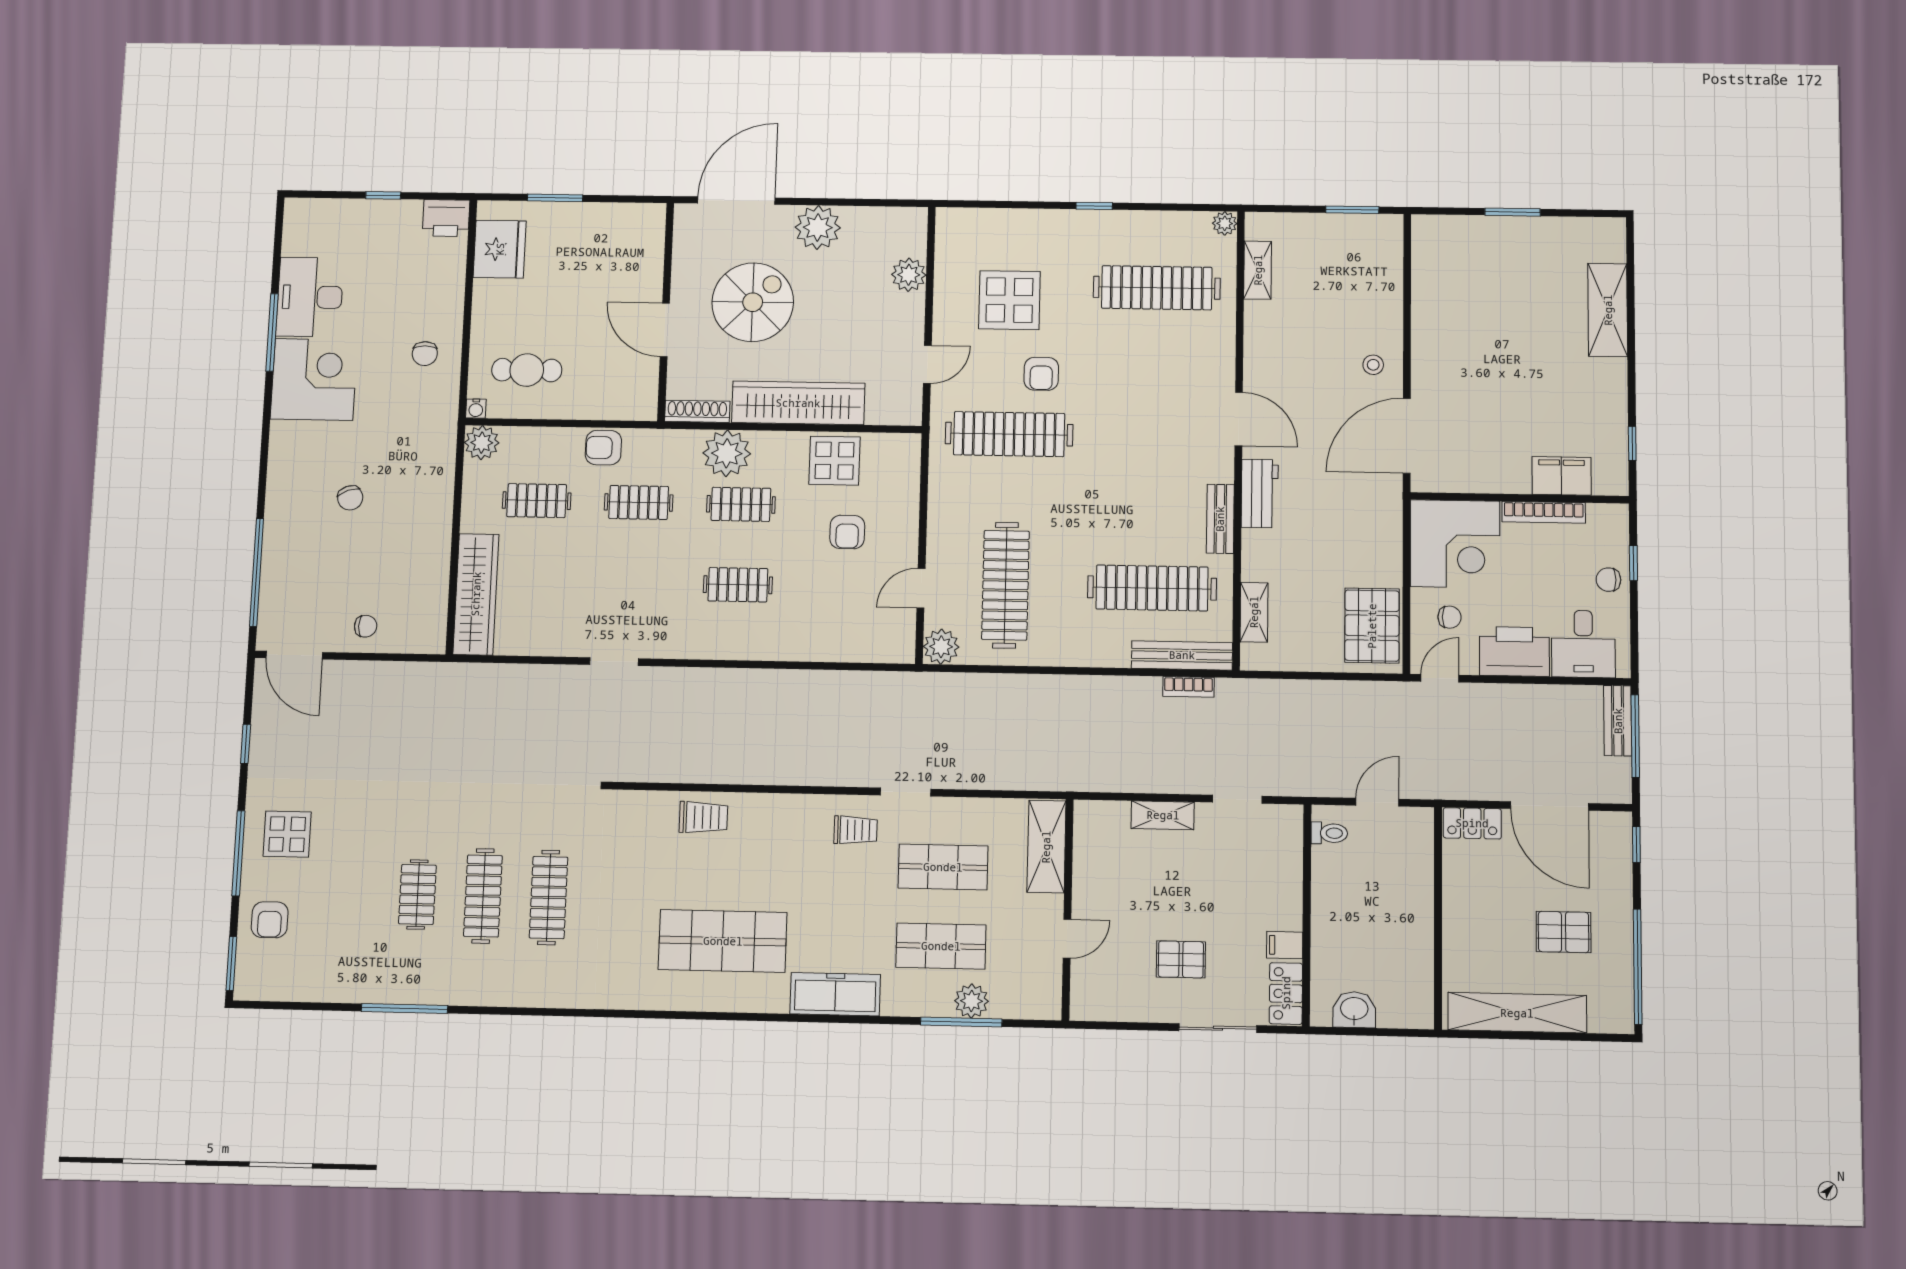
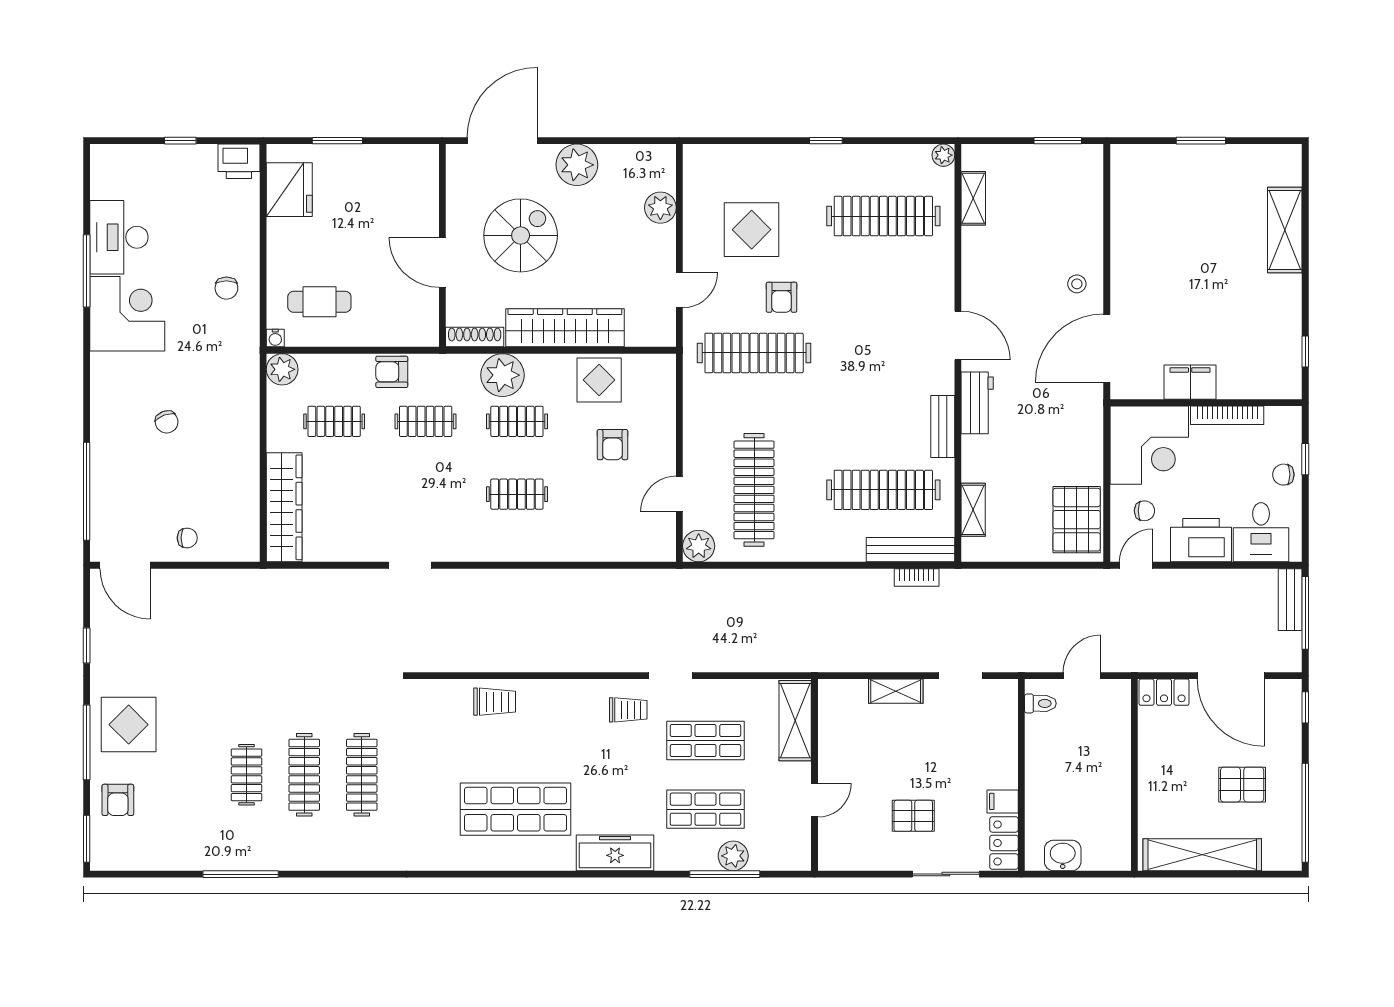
filing cabinet: (1562, 476) -> (1190, 382), moved
display table: (287, 834) -> (129, 725), width x1.36, depth x1.36

